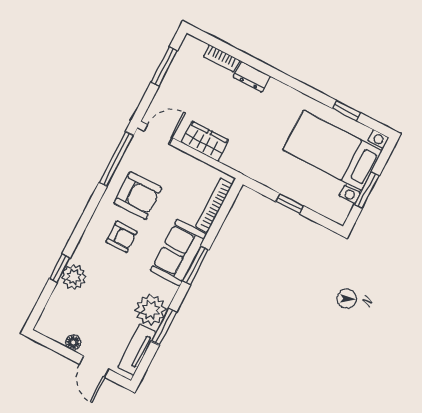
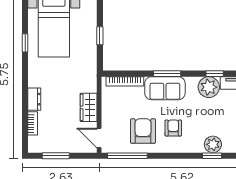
window: (347, 111) -> (25, 43), moved
window: (164, 327) -> (215, 74), width x0.67

